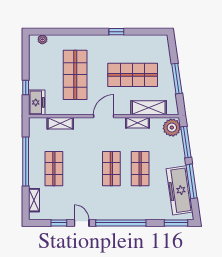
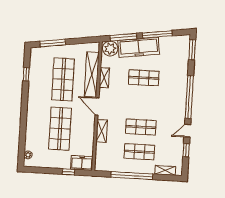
window: (116, 32) -> (26, 74), moved
shop shelf: (75, 75) -> (60, 129), turned 90
window: (177, 79) -> (53, 43), moved
shelving: (149, 108) -> (92, 74), width x1.47
shelving: (60, 123) -> (102, 131), moved
shop shelf: (111, 169) -> (141, 127), moved
freezer: (179, 190) -> (139, 47), moved

